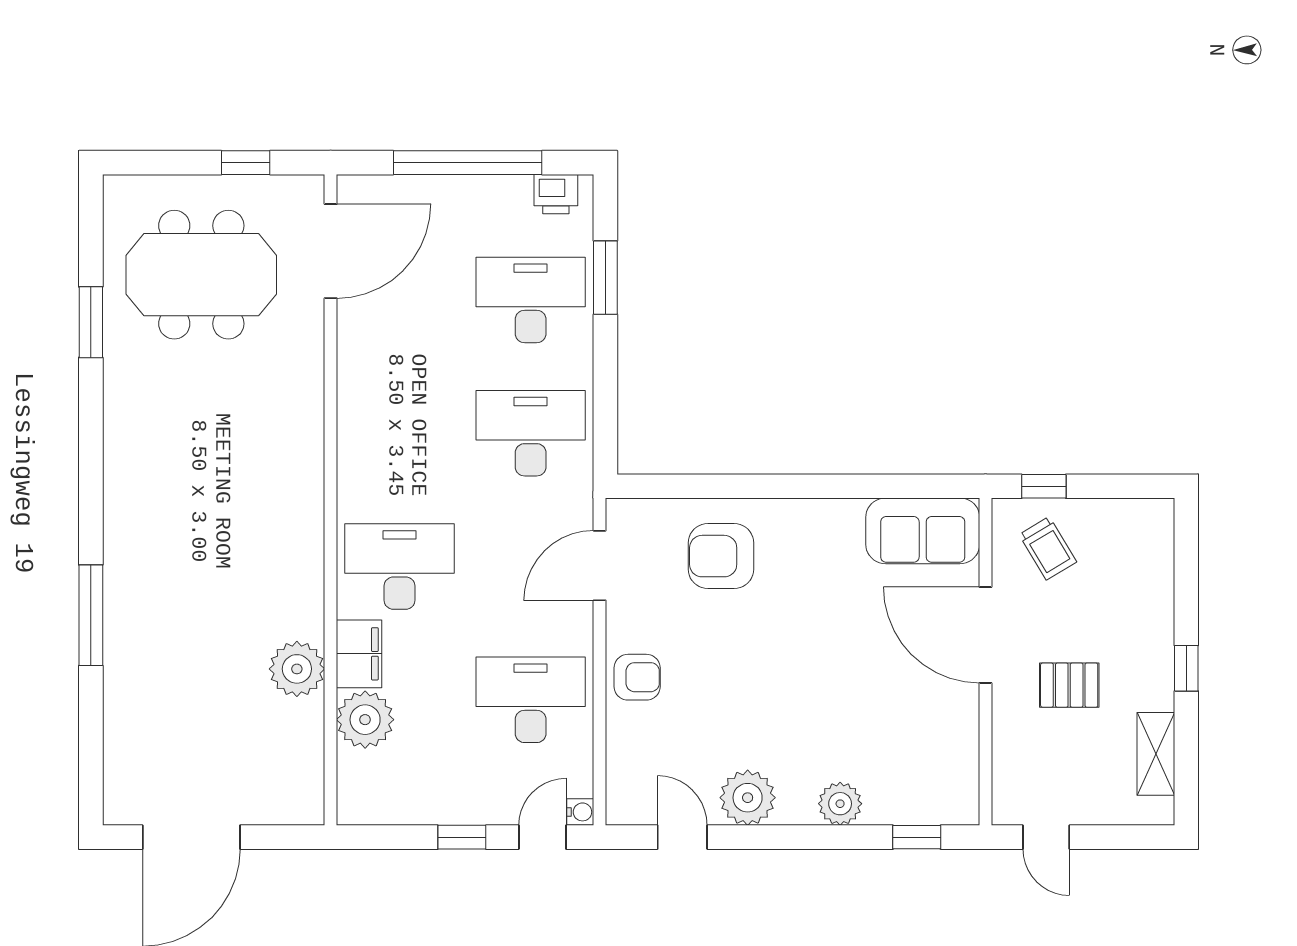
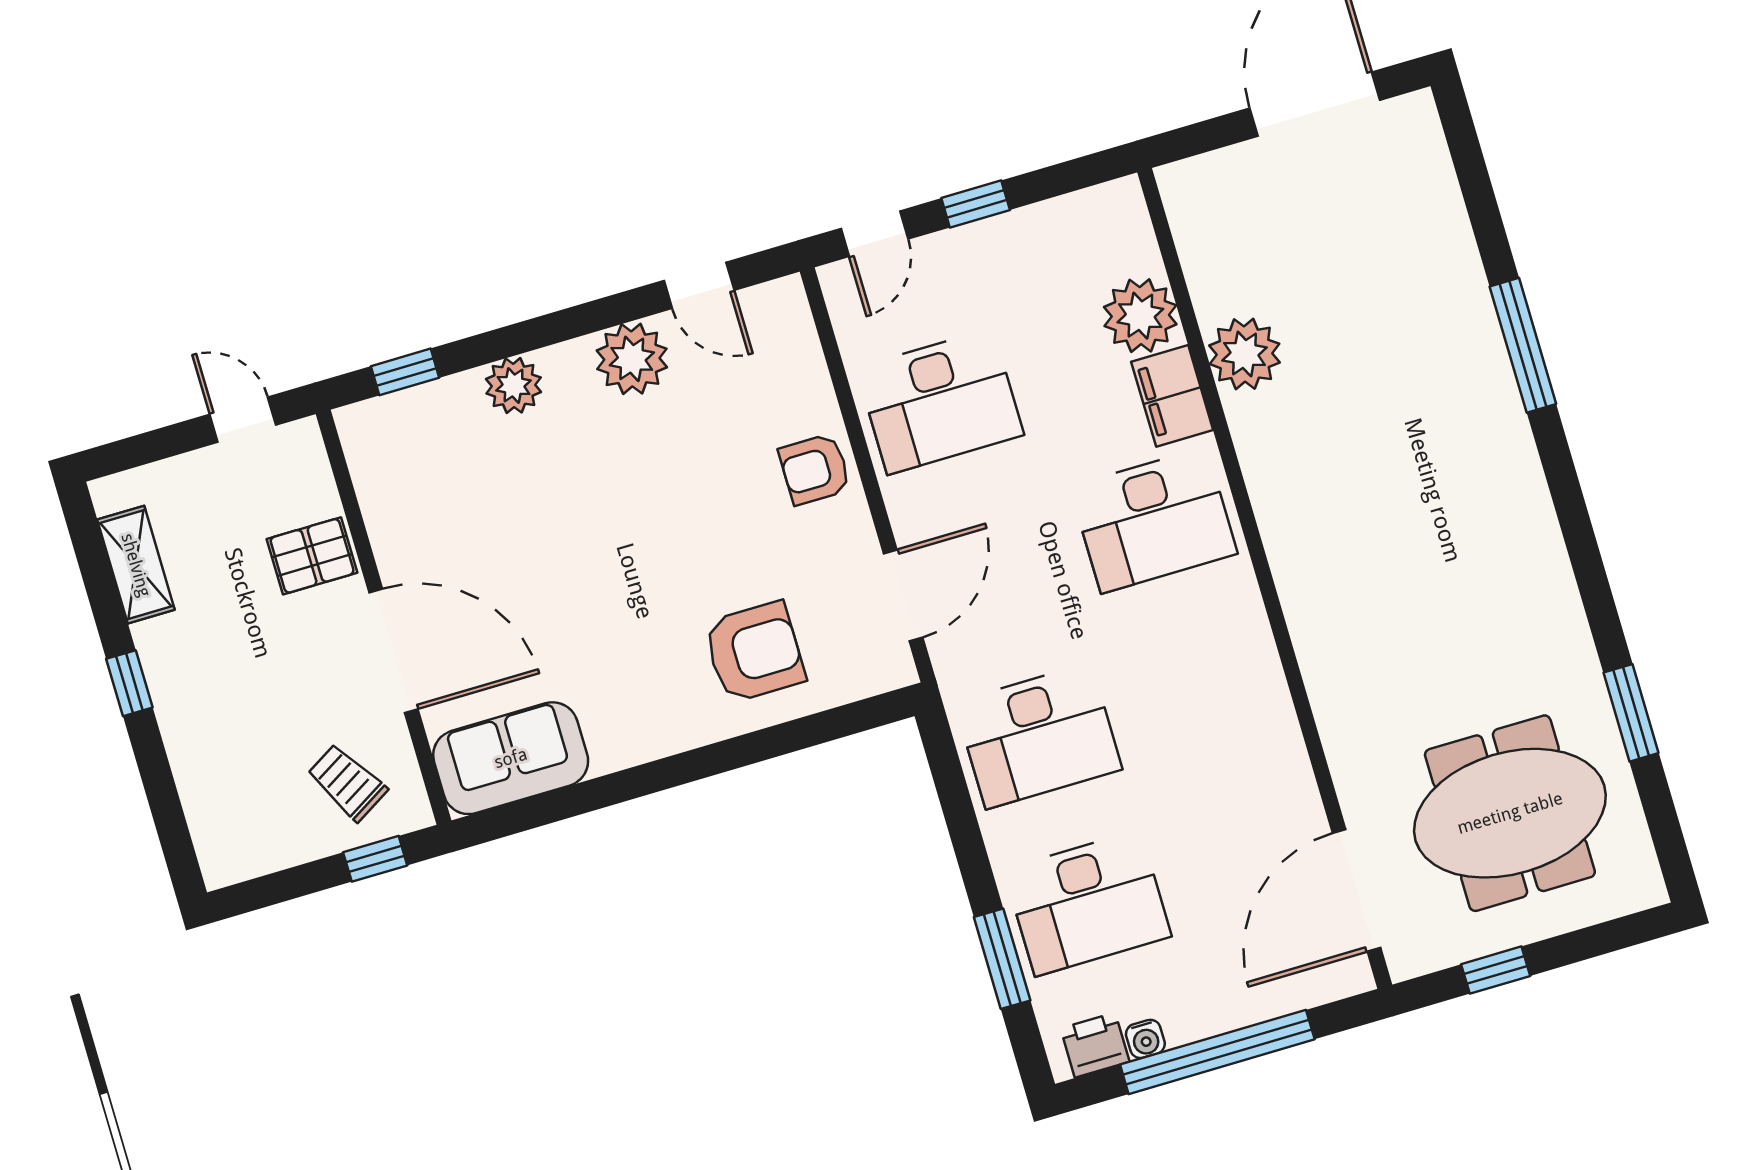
pallet: (1069, 685) -> (312, 556), moved
water cooler: (580, 812) -> (1145, 1039), moved, turned -90

